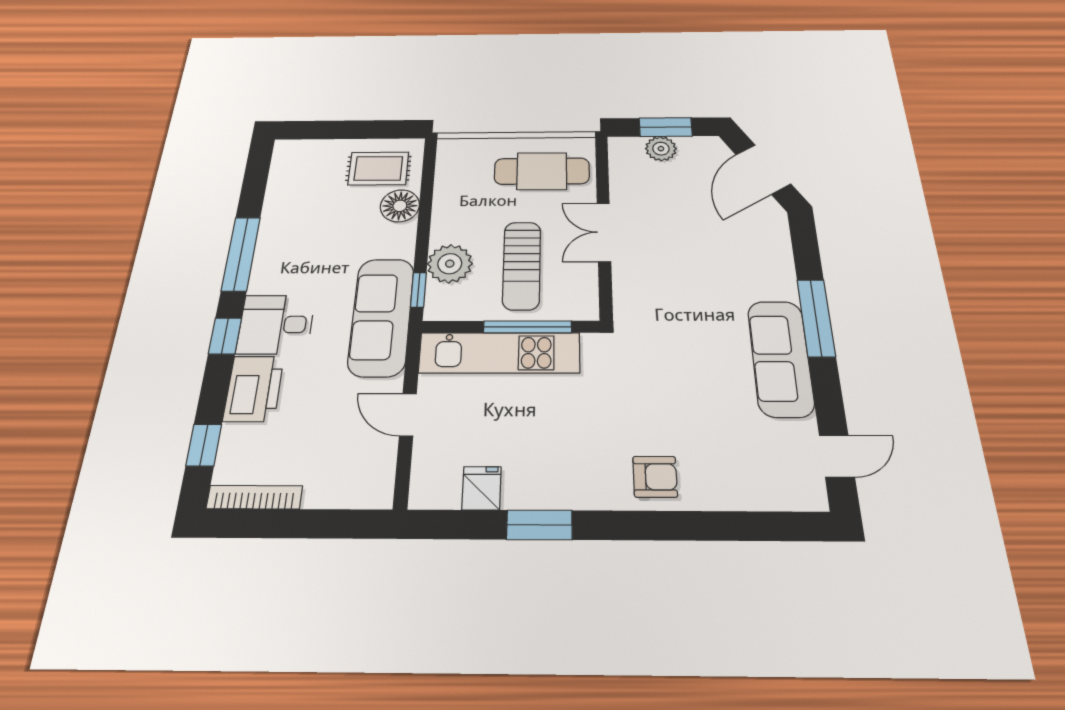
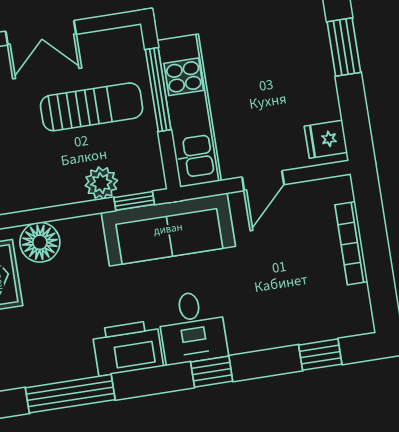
window: (241, 254) -> (70, 394), moved
plant: (450, 264) -> (101, 183), width x0.73, depth x0.73
printer: (254, 389) -> (128, 348), moved
fridge: (482, 488) -> (326, 139), moved
bookcase: (255, 497) -> (351, 243), moved

